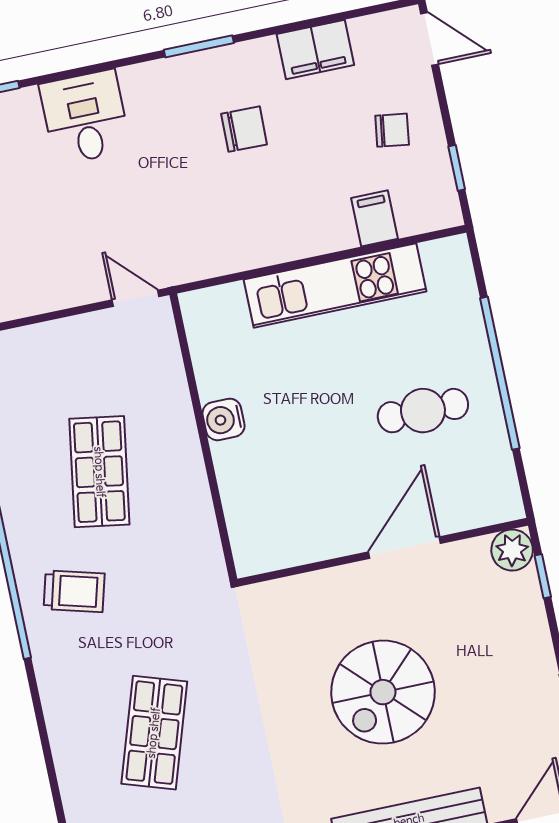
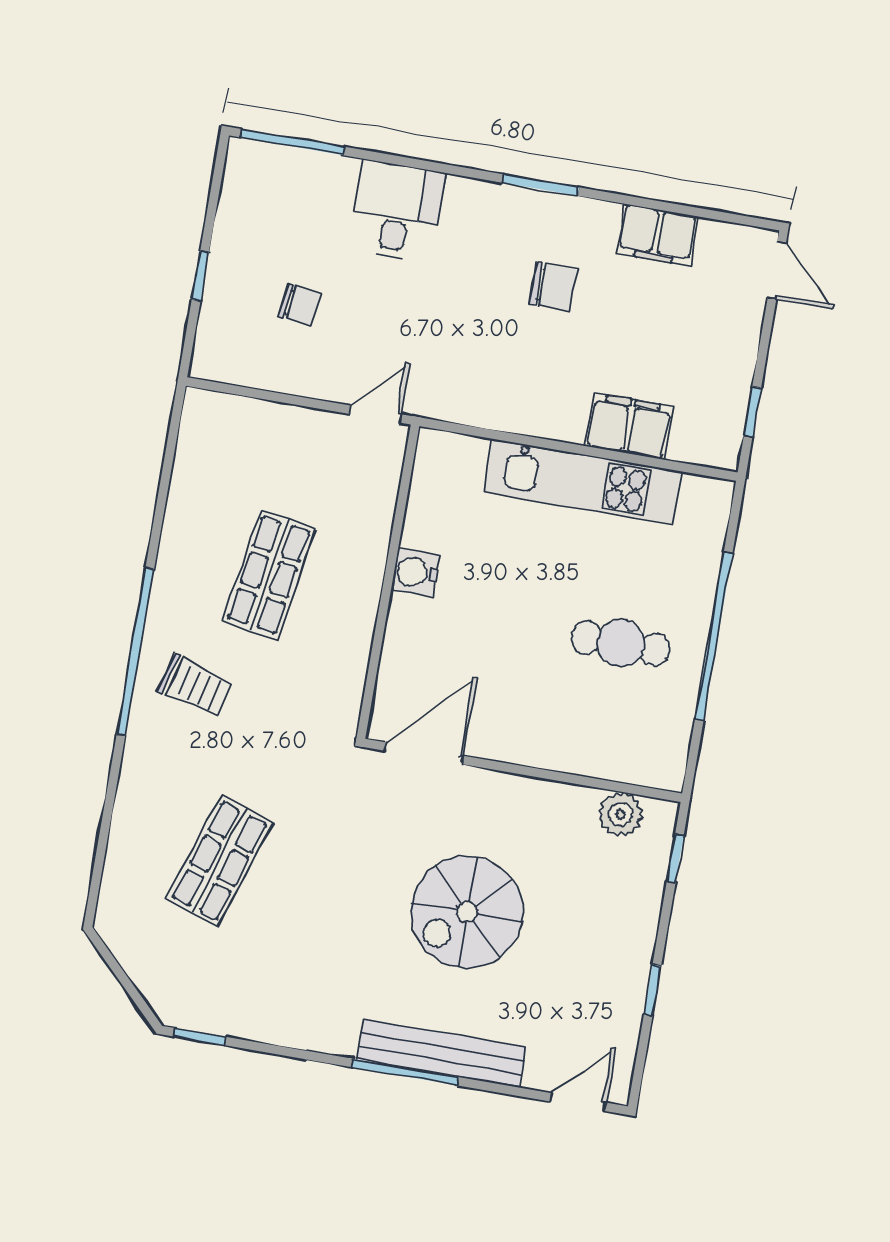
chair: (392, 130) -> (299, 305), moved
filing cabinet: (375, 218) -> (629, 426), width x2.00
door: (136, 298) -> (375, 414), hinge flipped
door: (405, 548) -> (424, 753), moved
plant: (512, 550) -> (621, 814), moved

